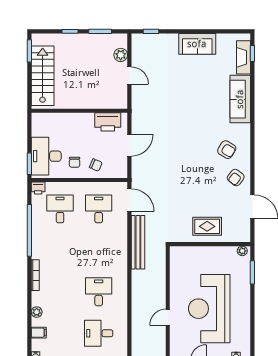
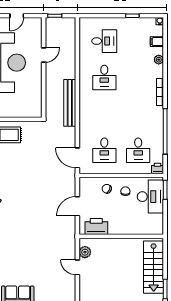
plant: (121, 55) -> (85, 252), moved
bench: (138, 242) -> (70, 103), moved

